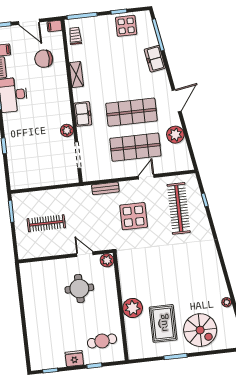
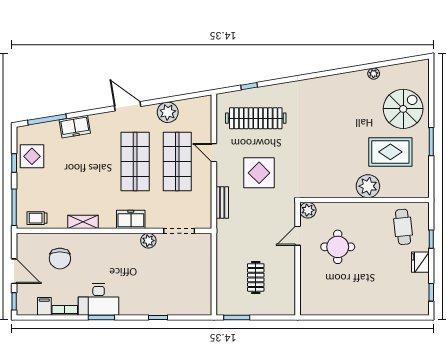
door: (29, 22) -> (14, 271), hinge flipped
filing cabinet: (54, 26) -> (23, 241), removed
clothes rail: (46, 223) -> (256, 277), width x0.73

